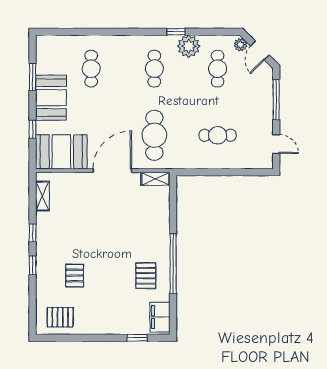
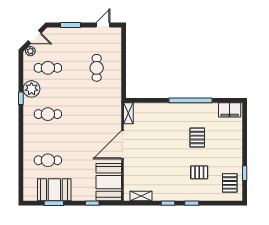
booth: (51, 98) -> (54, 190), moved
window: (276, 100) -> (71, 25), width x0.69
cafe table: (154, 135) -> (97, 114), removed
door: (112, 171) -> (122, 145), hinge flipped
pallet: (146, 276) -> (197, 138), moved, turned 90
window: (137, 338) -> (245, 173), moved

